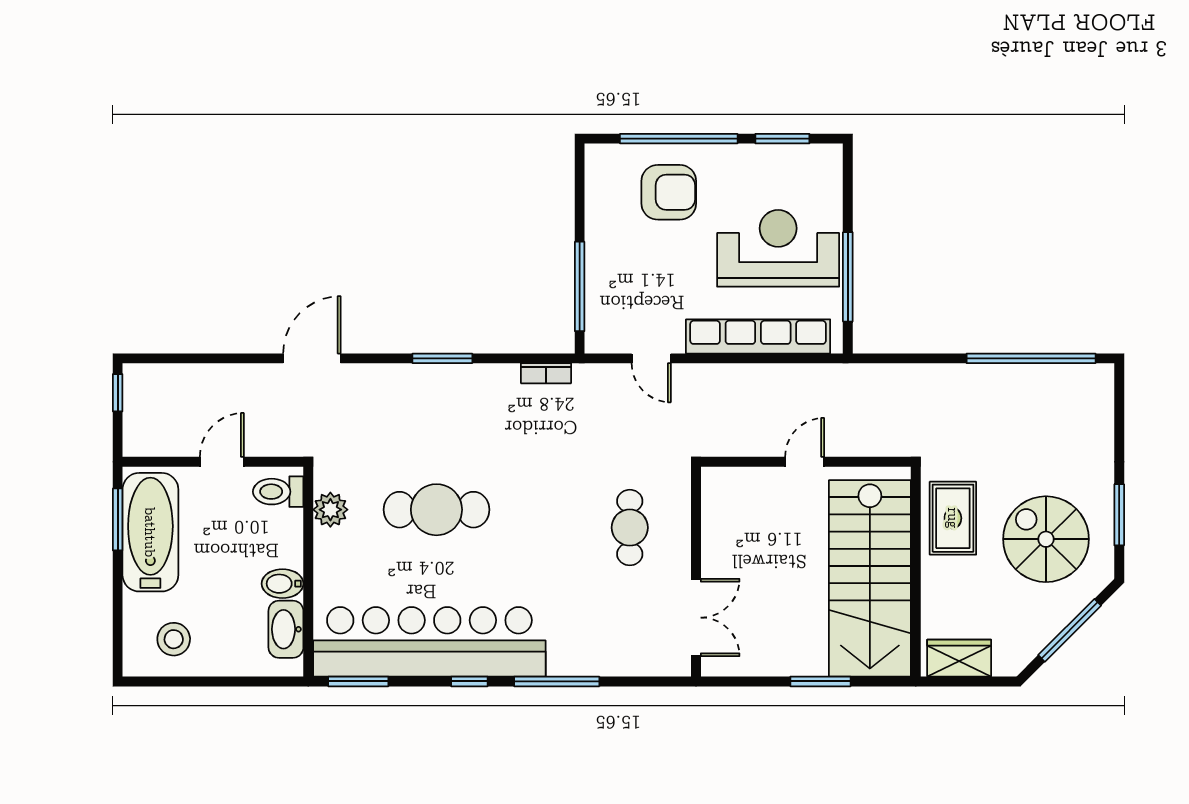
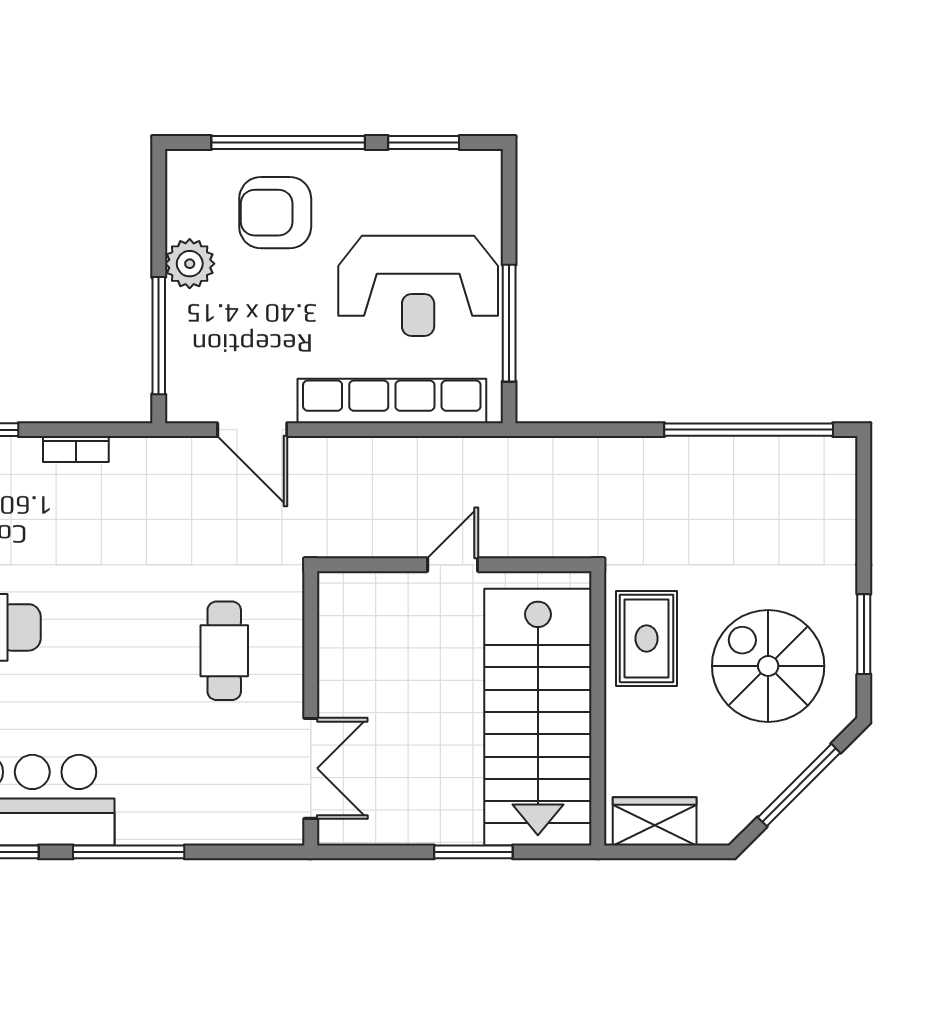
armchair: (669, 192) -> (275, 213), turned 180
plant: (603, 231) -> (190, 264), added
reception desk: (778, 248) -> (418, 286), turned 180
door: (651, 358) -> (252, 430), width x1.38
bookcase: (546, 373) -> (76, 449), moved

